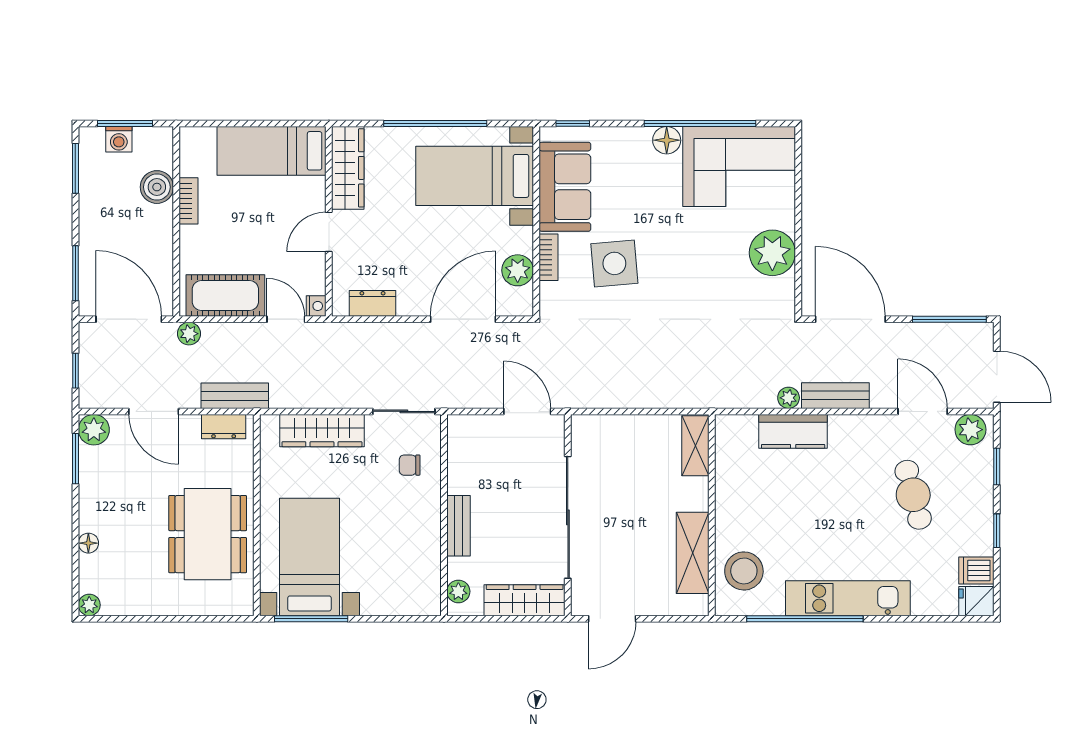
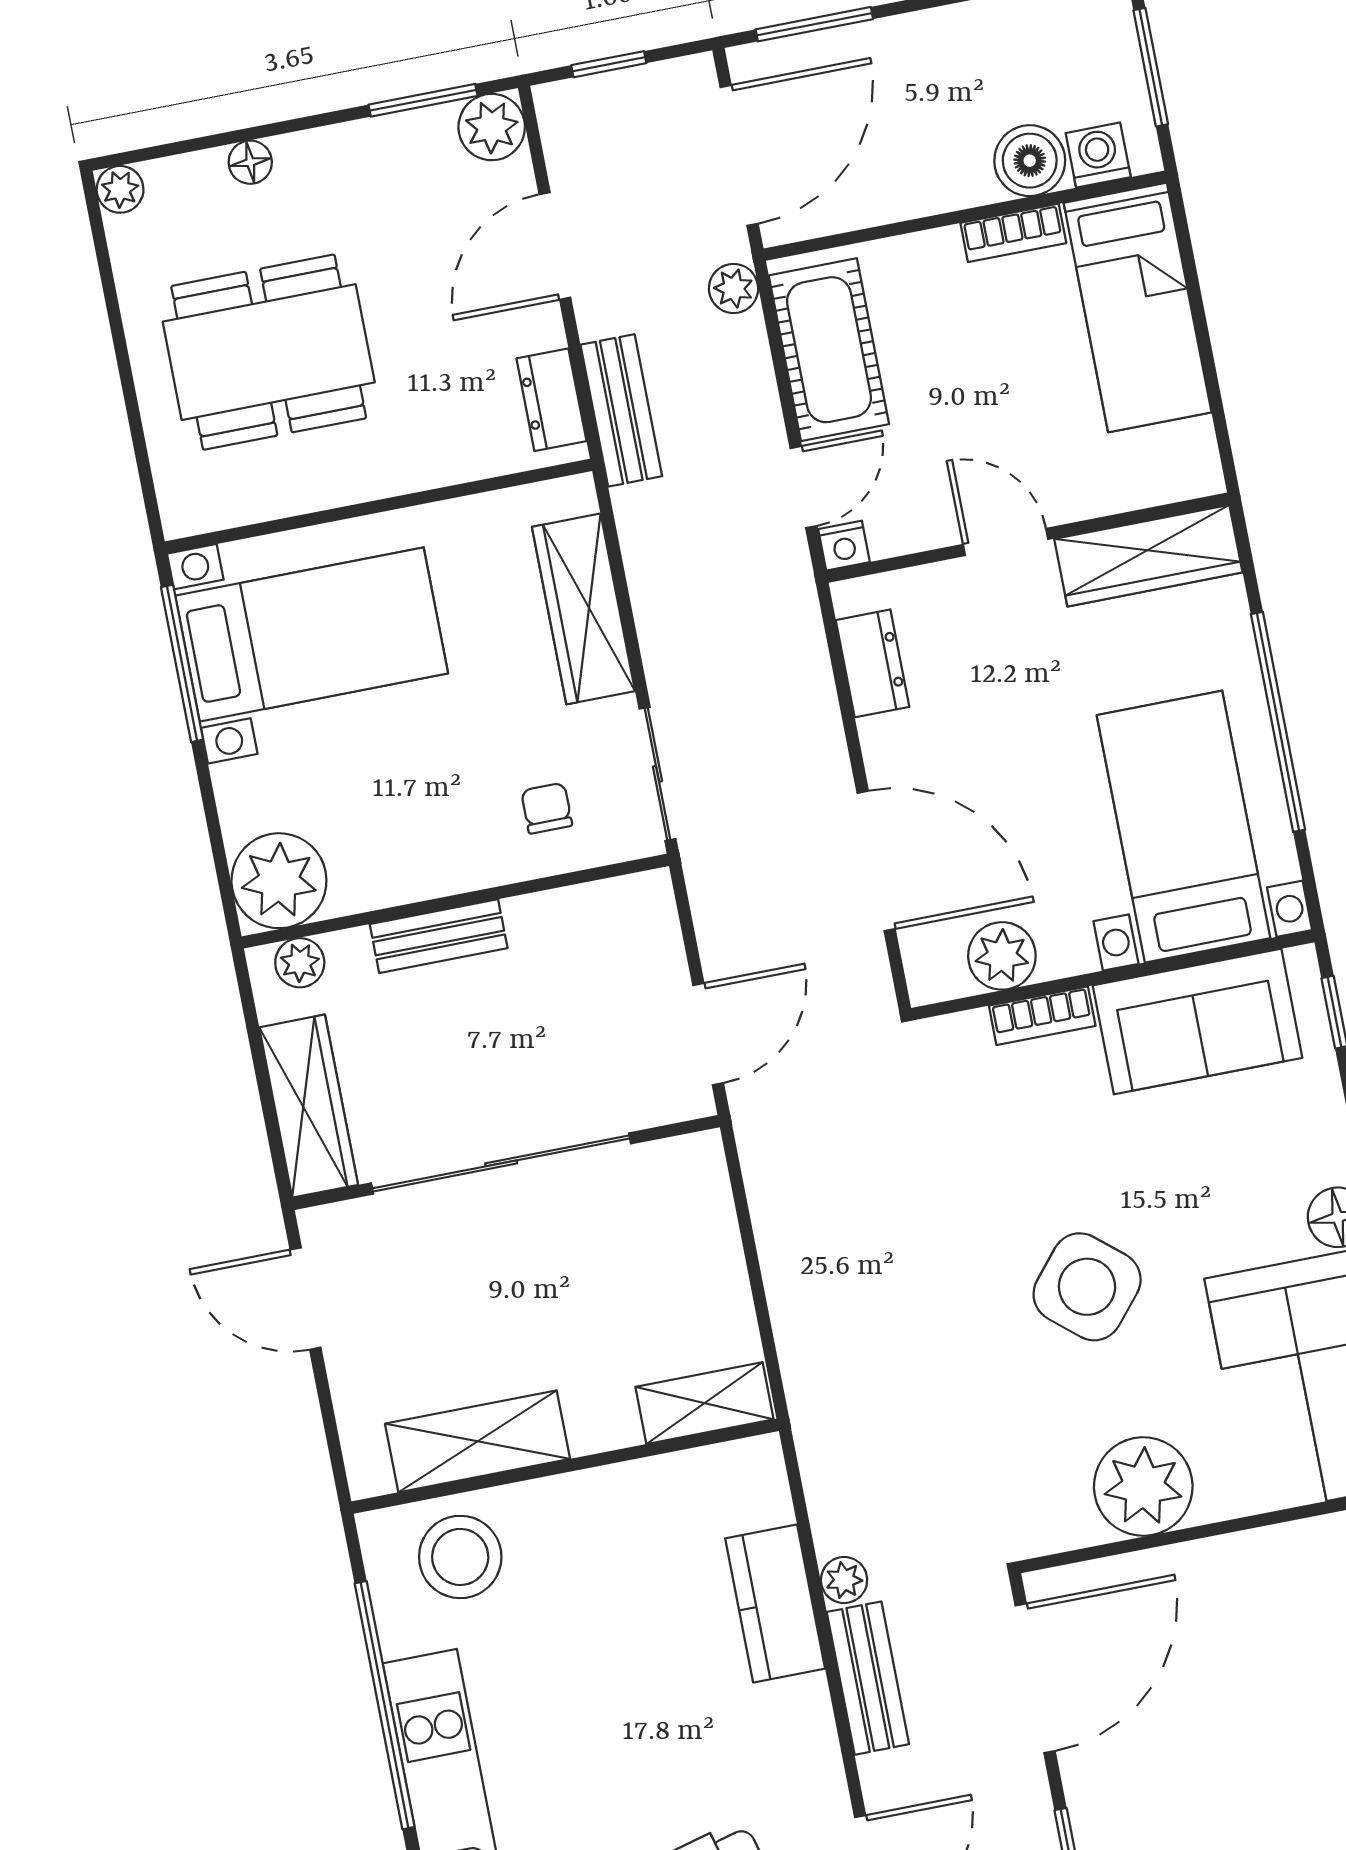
washing machine: (119, 139) -> (1098, 155), moved, turned 90
bed: (272, 151) -> (1138, 308), moved, turned 180
side table: (614, 263) -> (1087, 1287), moved, turned 45
dining table: (208, 534) -> (269, 352), moved
plant: (419, 594) -> (279, 881), added

